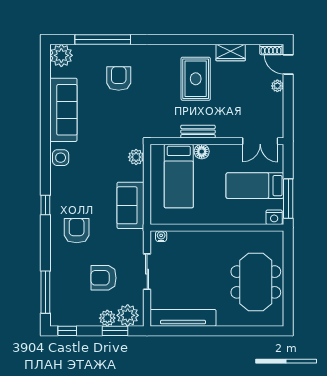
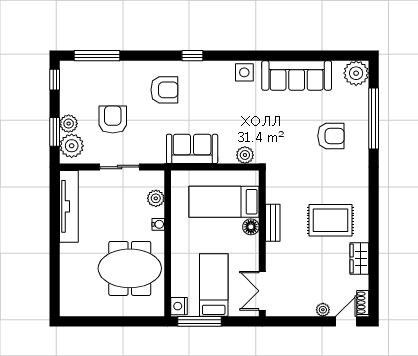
water cooler: (161, 236) -> (158, 224), moved
plant: (176, 238) -> (156, 198), added
meeting table: (256, 282) -> (130, 268), moved

